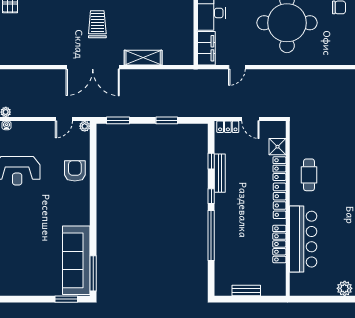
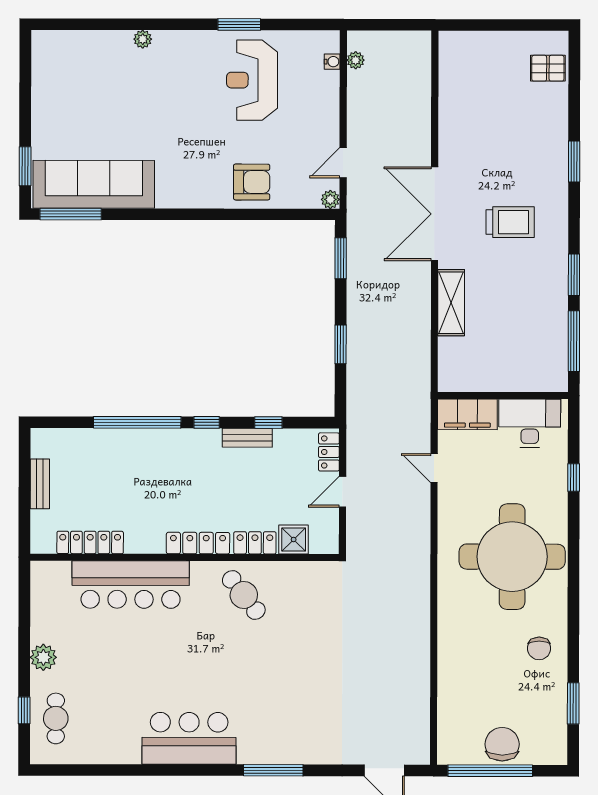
door: (64, 119) -> (343, 163), hinge flipped
bench: (220, 173) -> (247, 438), width x0.73
cafe table: (309, 175) -> (244, 595), turned 52
locker: (279, 244) -> (90, 542), moved

